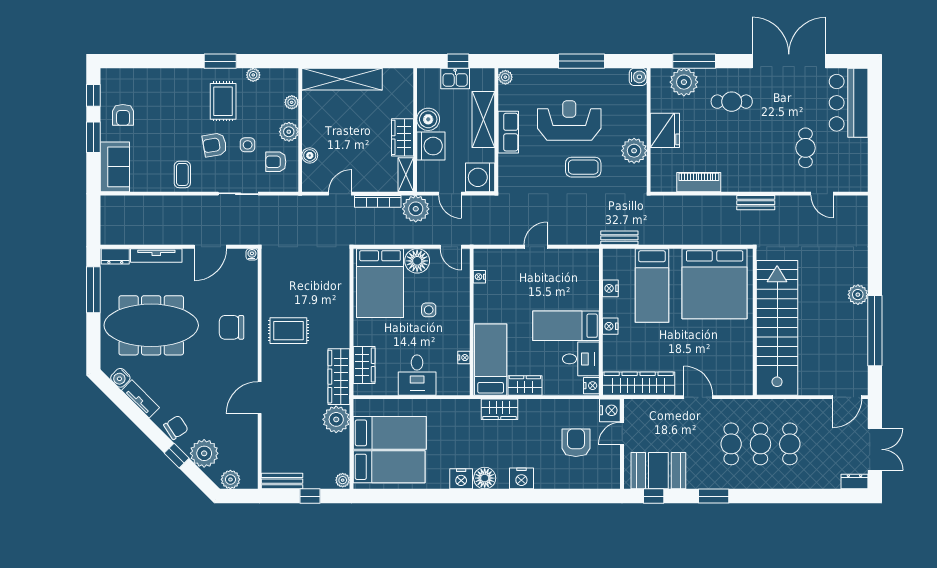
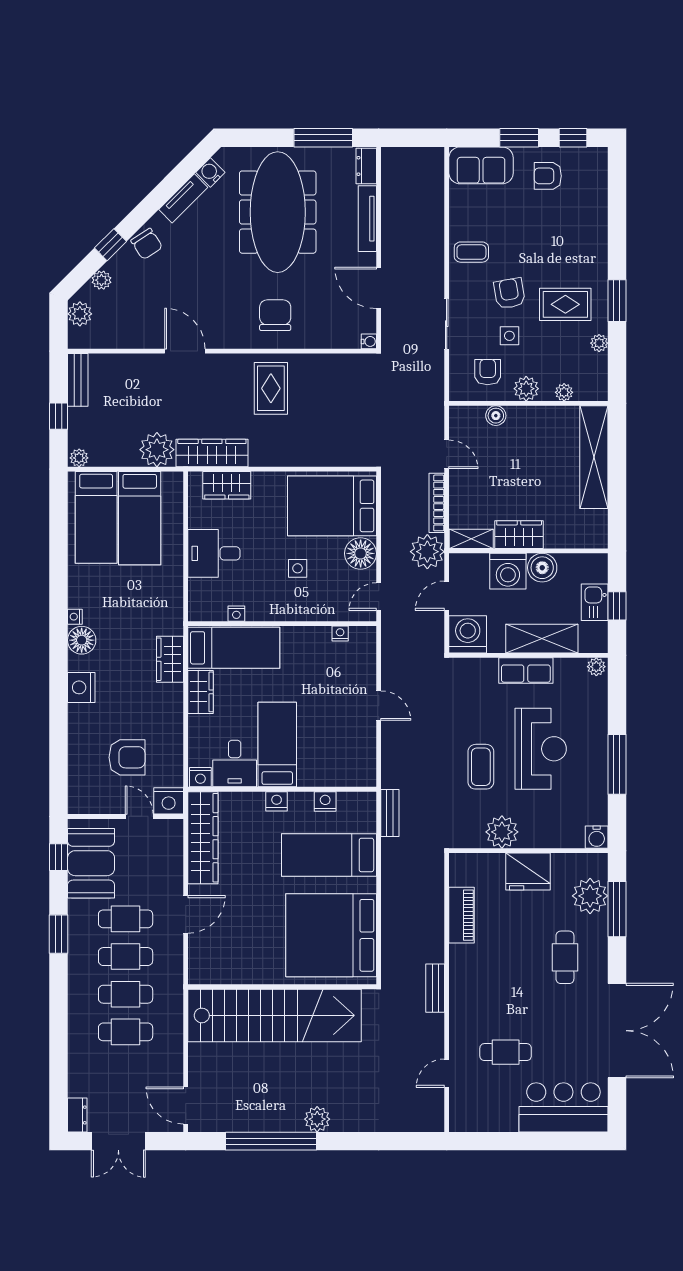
cafe table: (702, 444) -> (126, 919), added
plant: (204, 453) -> (101, 280), width x0.53, depth x0.53
nightstand: (461, 479) -> (75, 617), width x0.53, depth x0.56

